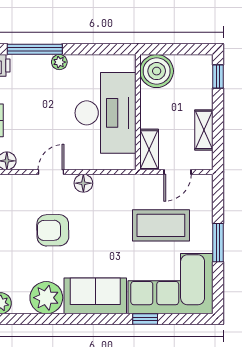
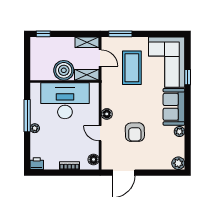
window: (35, 49) -> (27, 116), moved
boiler: (157, 71) -> (64, 70), moved
shelving: (204, 130) -> (87, 42), moved
window: (218, 243) -> (120, 34), moved
plant: (46, 298) -> (179, 131), width x0.53, depth x0.53

